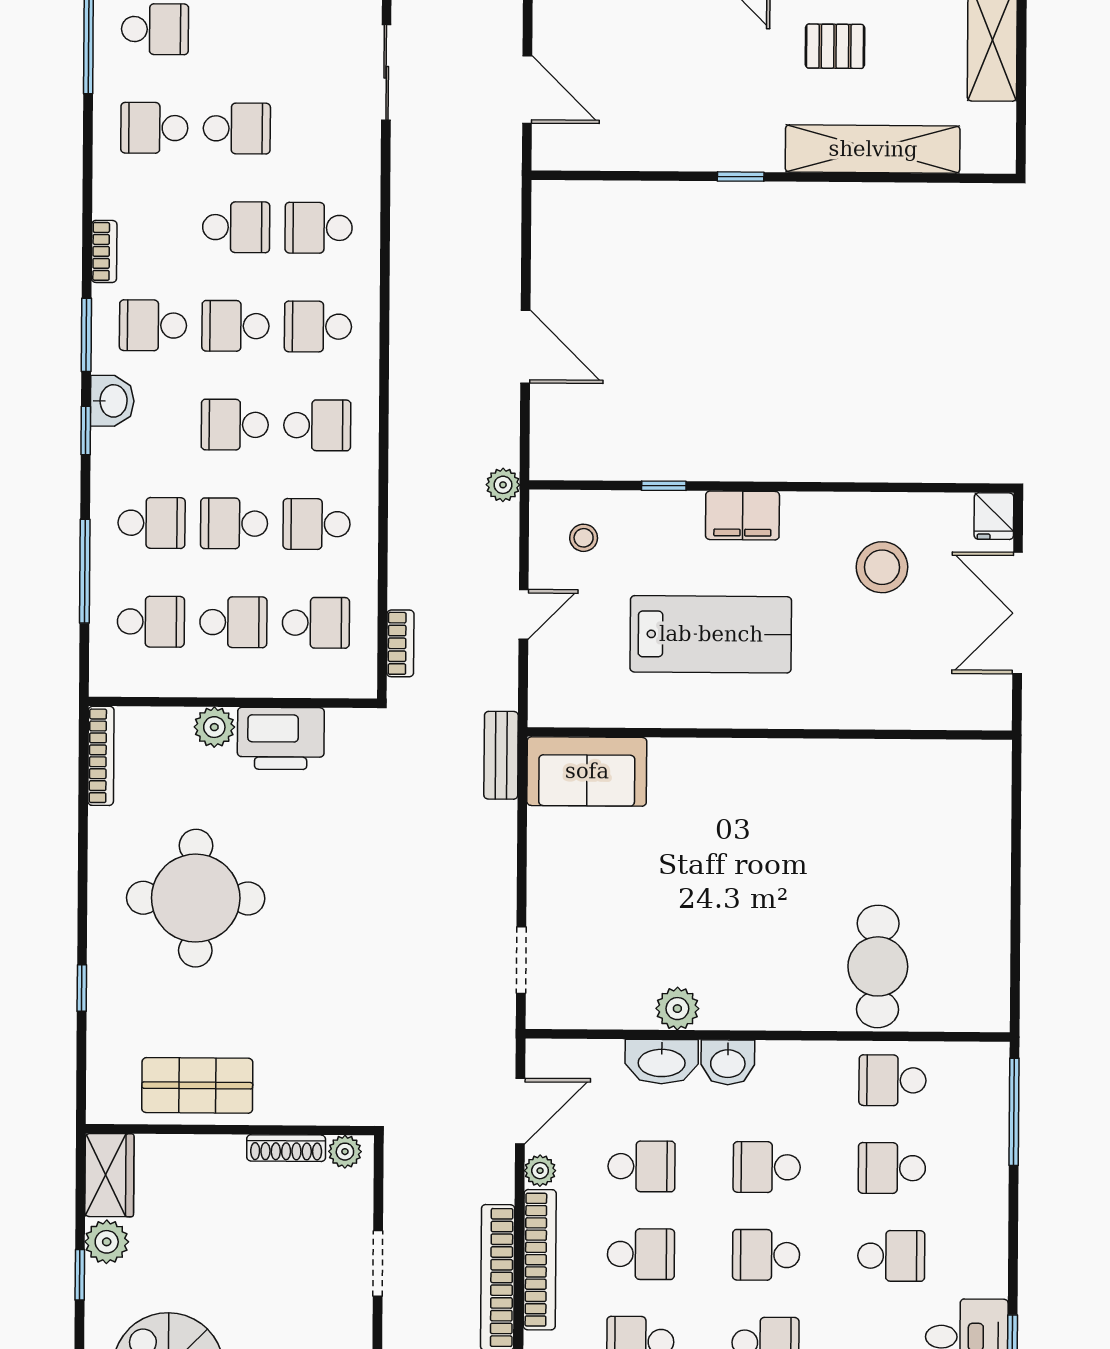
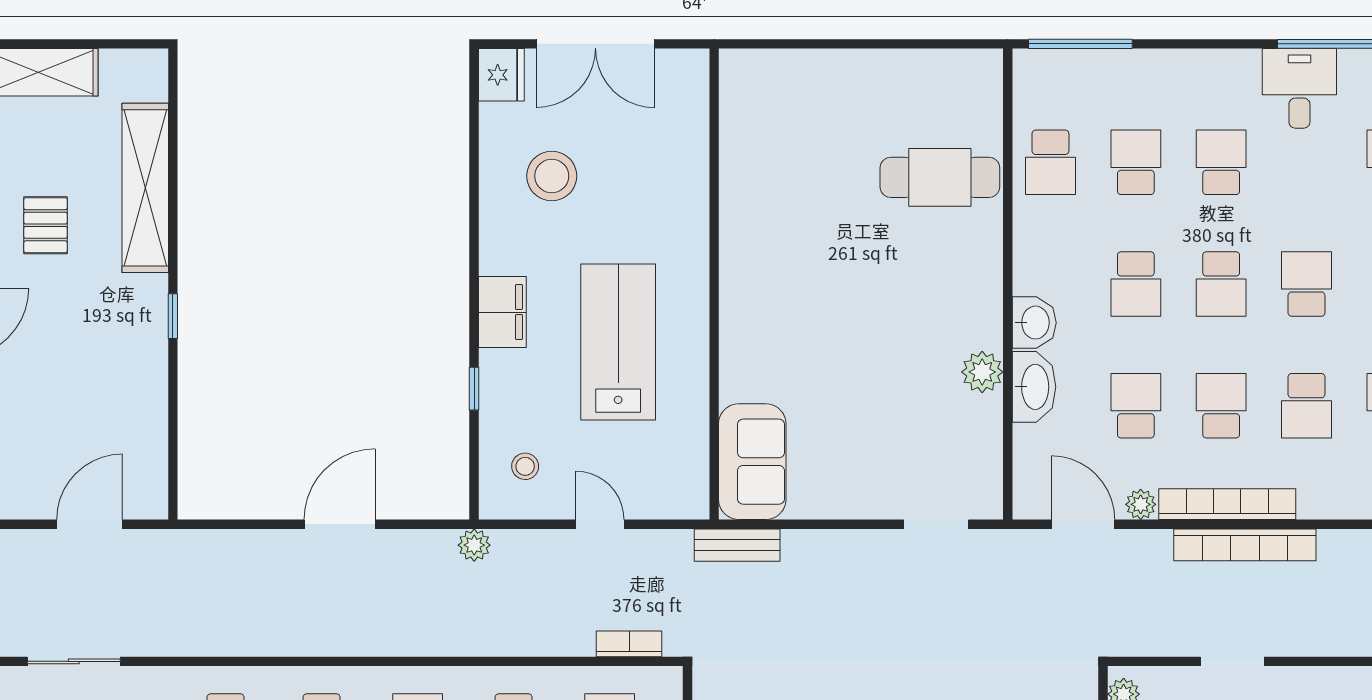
fridge: (994, 516) -> (501, 75), width x1.38
school desk: (892, 1168) -> (1136, 162), turned 180

